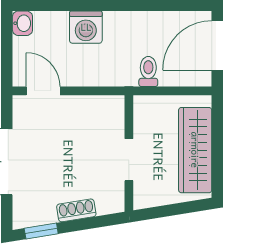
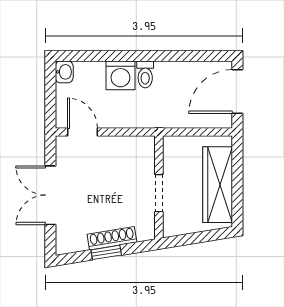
toilet: (148, 71) -> (145, 74), moved, turned 180
shoe rack: (76, 210) -> (112, 238), width x1.43
window: (41, 231) -> (106, 252), moved

